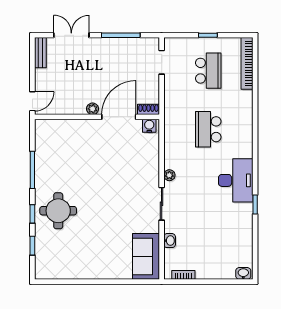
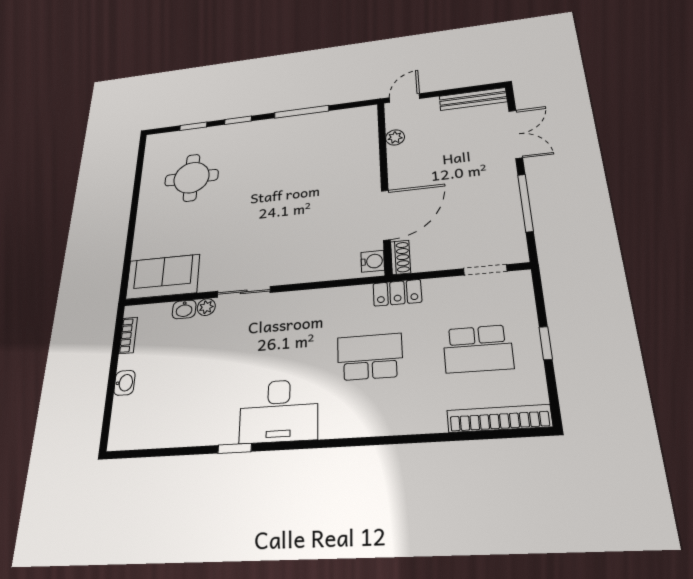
bench: (40, 53) -> (473, 99), width x1.36
door: (32, 101) -> (404, 98), swing flipped
plant: (93, 109) -> (395, 137), moved
locker: (171, 112) -> (397, 293), added
door: (119, 117) -> (386, 215), hinge flipped
plant: (169, 175) -> (206, 307), moved
round table: (58, 211) -> (191, 178), moved
washbasin: (243, 273) -> (125, 383), moved

